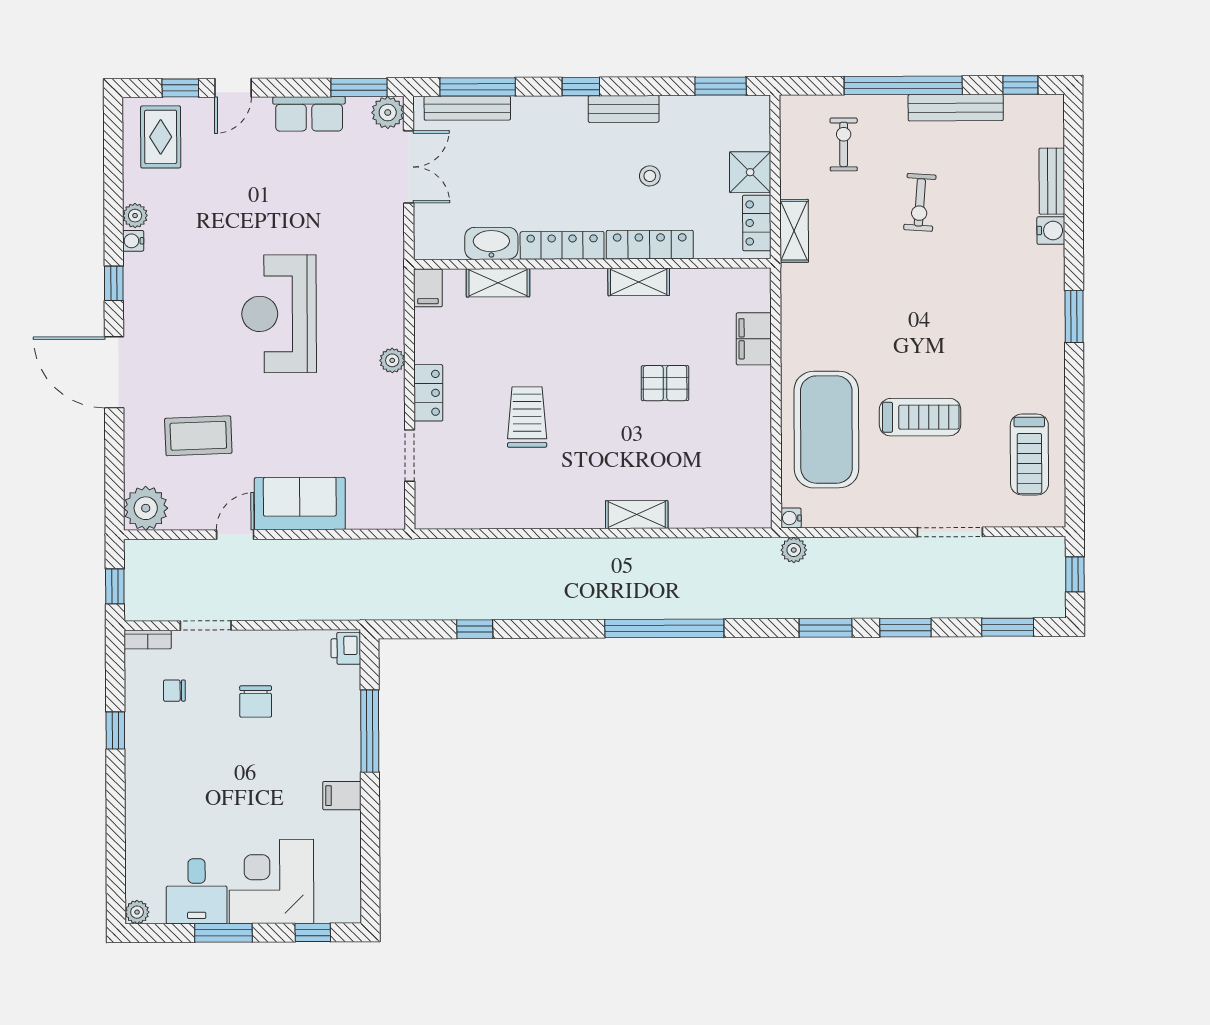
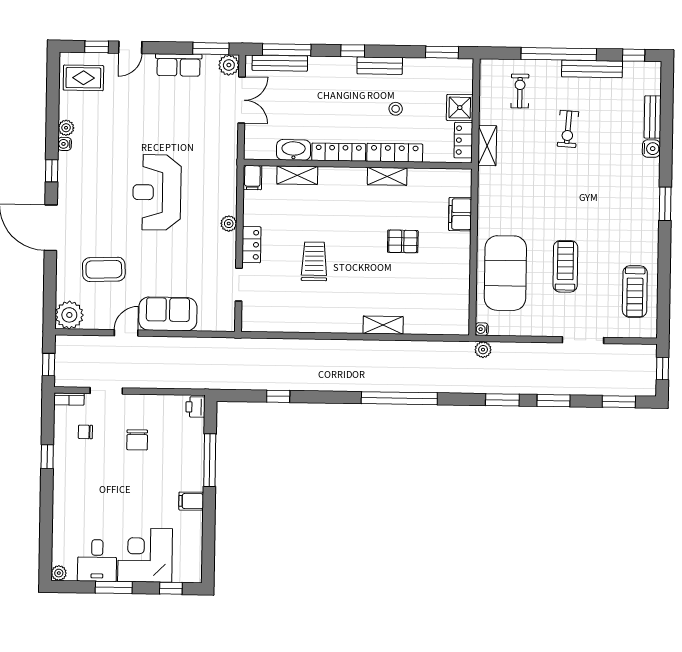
rug: (161, 137) -> (83, 78), turned 90
treadmill: (920, 417) -> (565, 266), turned -90

